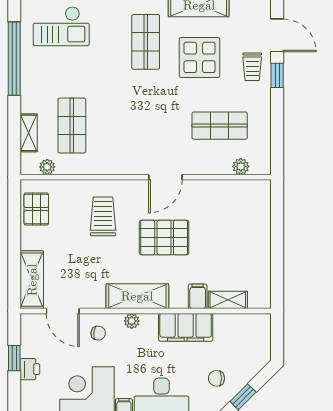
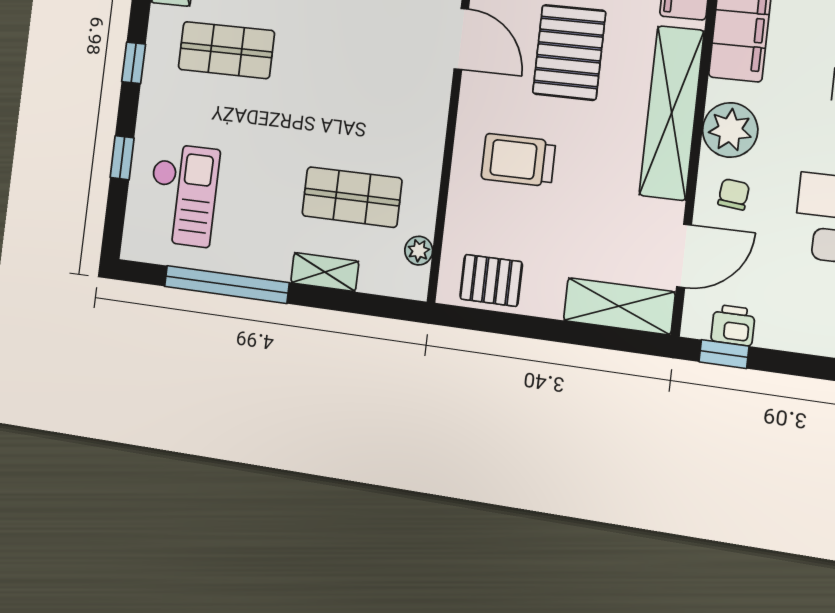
shelving: (29, 133) -> (325, 272), moved
shelving: (137, 296) -> (672, 113), width x1.47
plant: (132, 321) -> (730, 130), width x1.87, depth x1.87
window: (14, 358) -> (724, 354), moved
printer: (30, 369) -> (733, 325), moved

